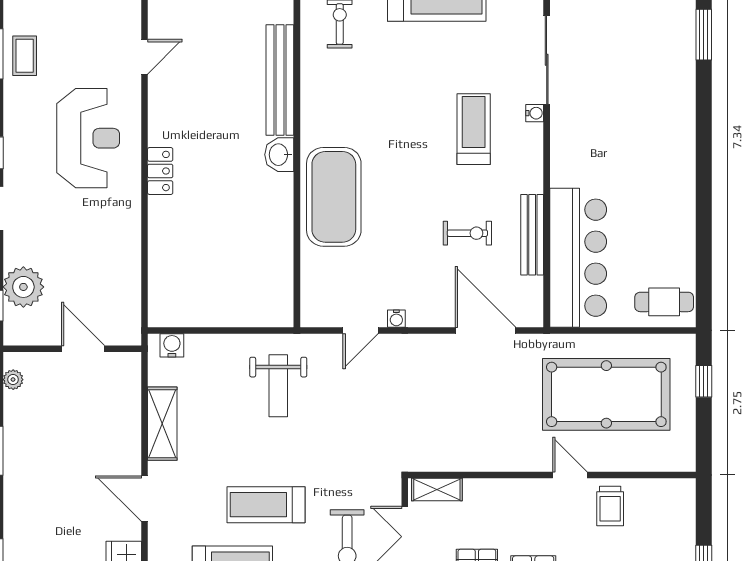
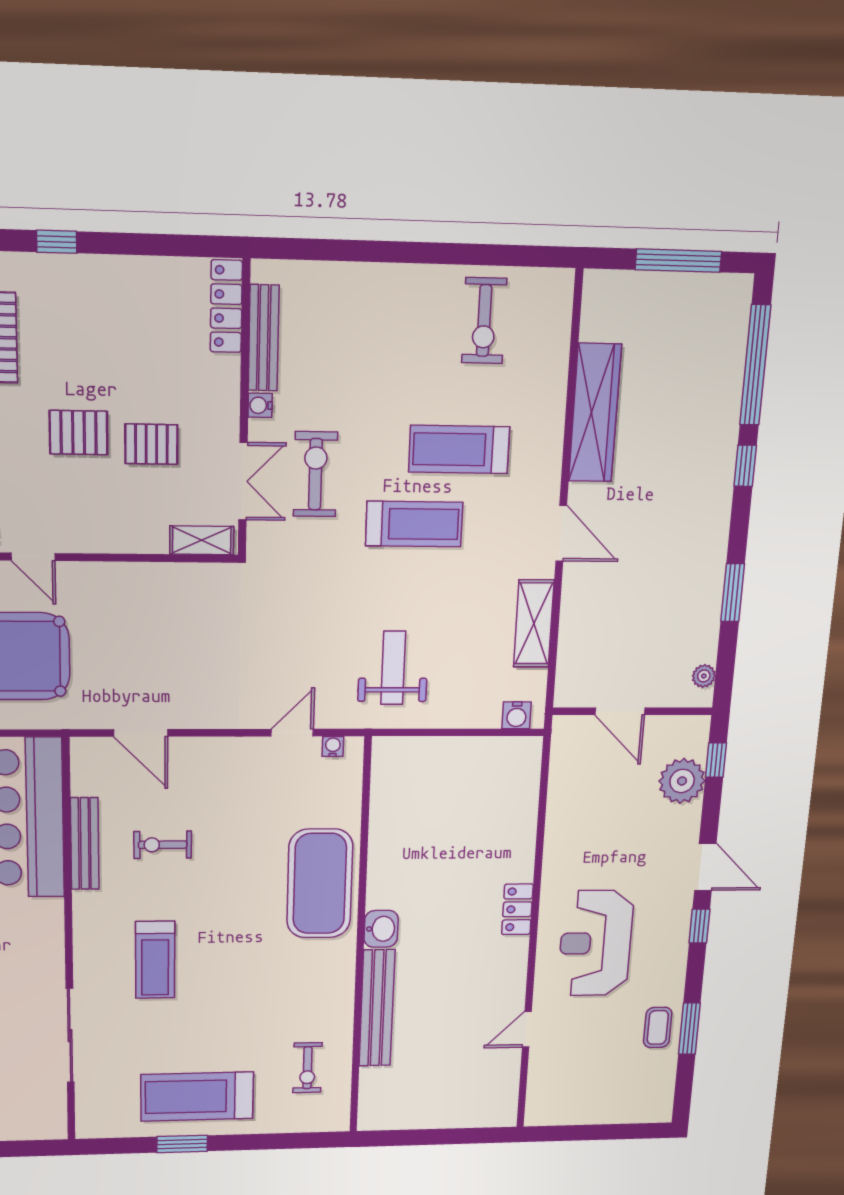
water cooler: (535, 113) -> (83, 978), removed
water cooler: (396, 319) -> (333, 746), moved
door: (486, 330) -> (141, 733), width x0.73

